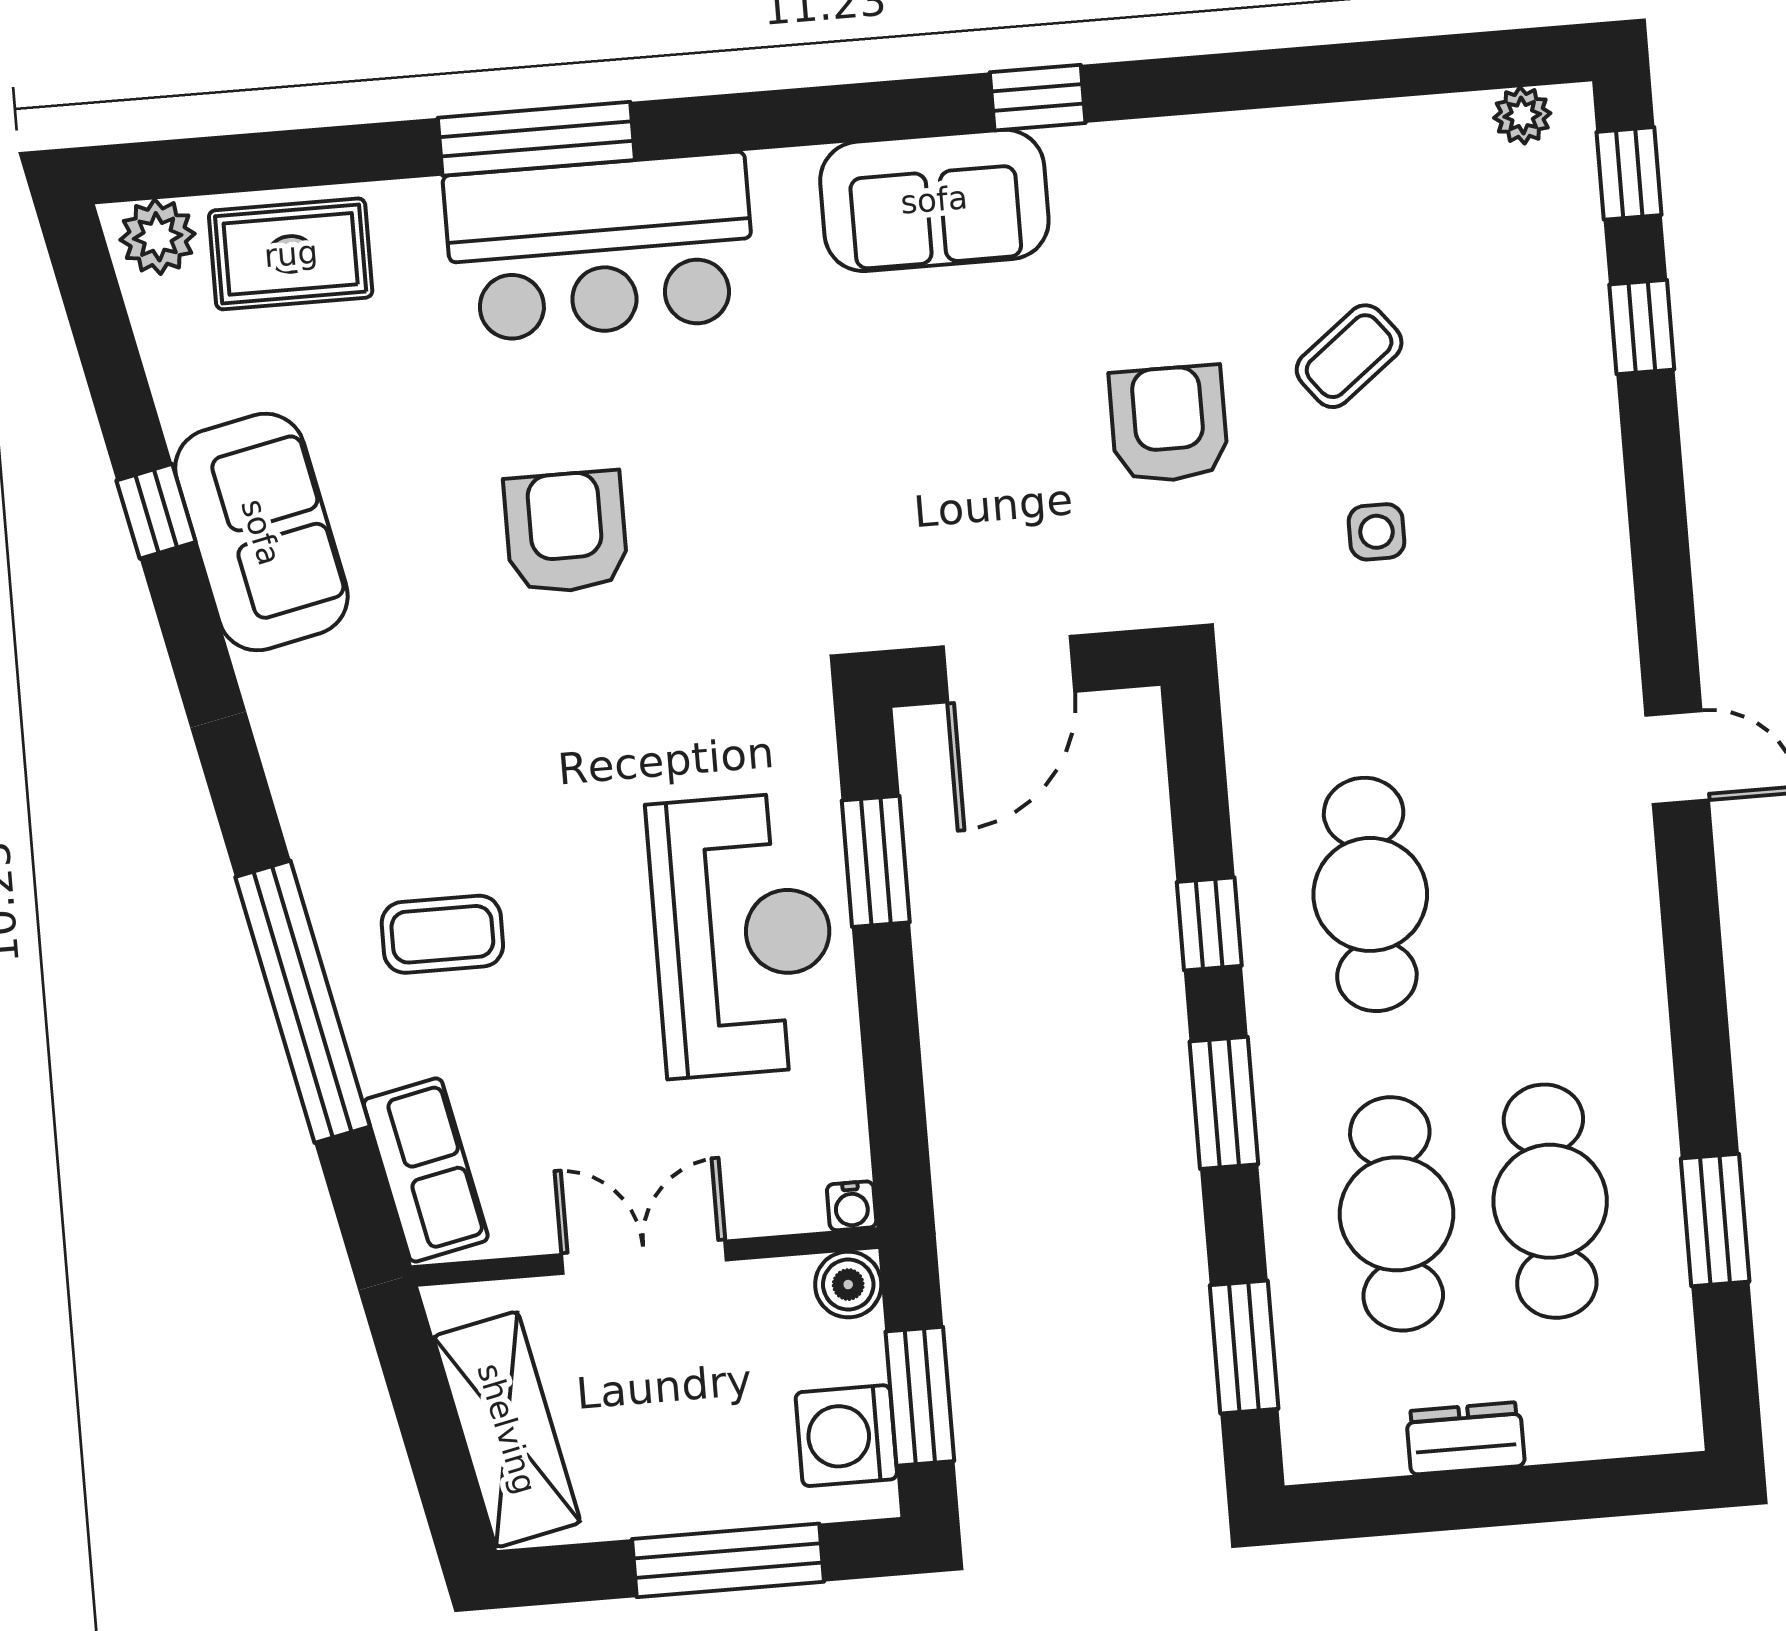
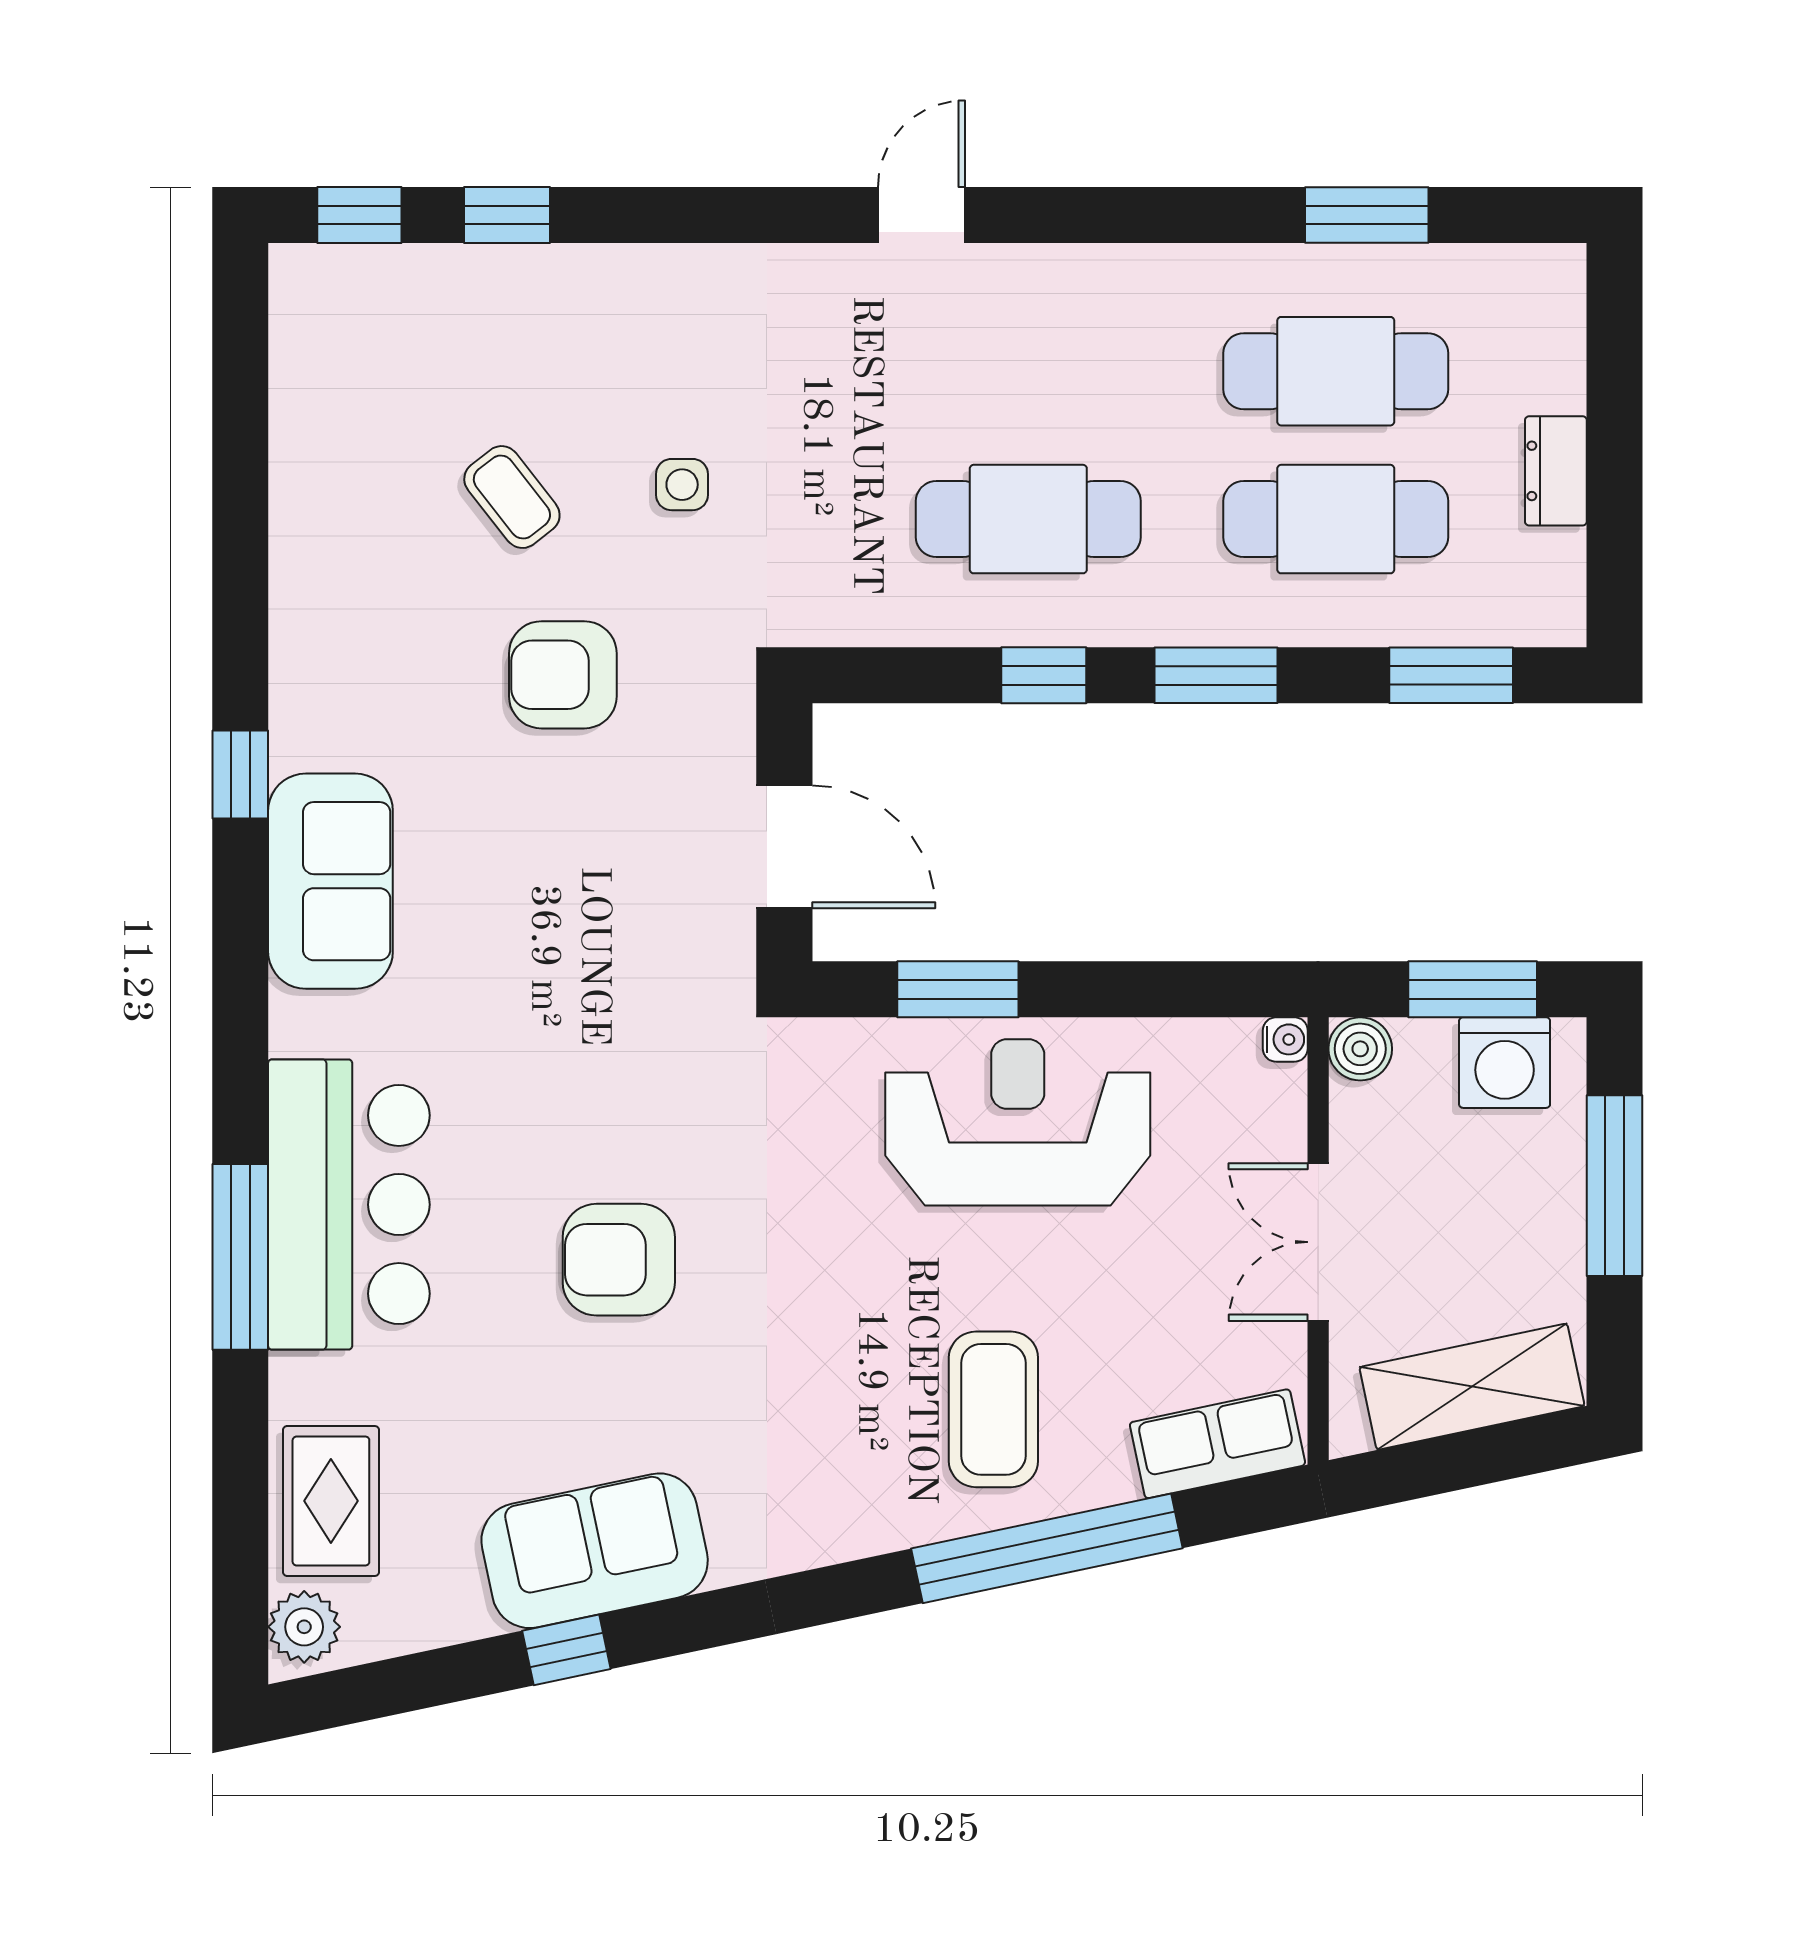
plant: (1522, 115) -> (295, 313), removed
coffee table: (442, 934) -> (993, 1409), width x1.36, depth x1.30

